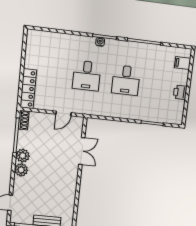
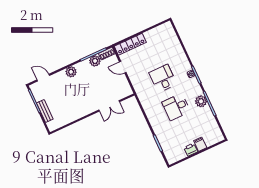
plant: (136, 49) -> (201, 101), added
filing cabinet: (183, 63) -> (200, 144), moved
desk: (87, 76) -> (163, 78), turned 90
door: (64, 113) -> (123, 67), moved
plant: (23, 156) -> (95, 61), moved

